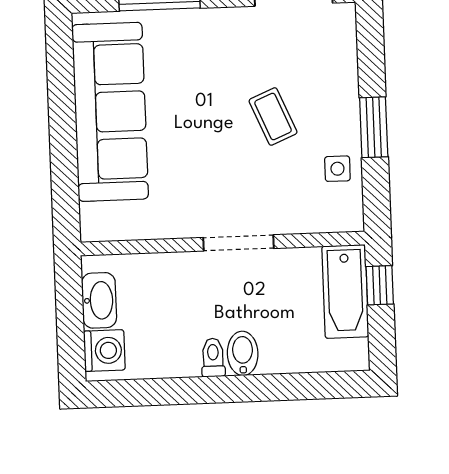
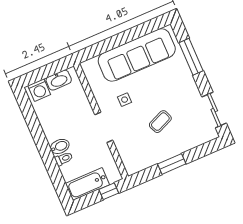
side table: (337, 169) -> (125, 100), moved
bathtub: (345, 291) -> (87, 184), moved
toilet: (213, 358) -> (64, 159), moved

